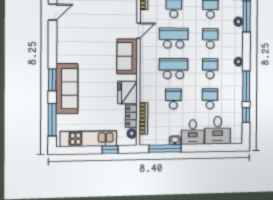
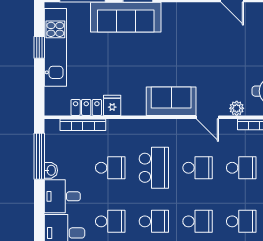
school desk: (174, 38) -> (198, 168), width x0.54
fridge: (127, 93) -> (112, 105), width x0.53, depth x0.75
plant: (132, 133) -> (237, 108), moved
window: (110, 150) -> (39, 47), moved

